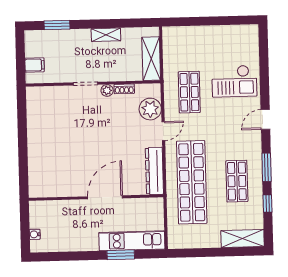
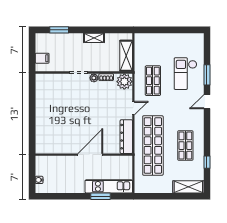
checkout: (234, 81) -> (185, 74), turned 90
plant: (150, 109) -> (124, 82), moved
window: (267, 167) -> (207, 75), moved

